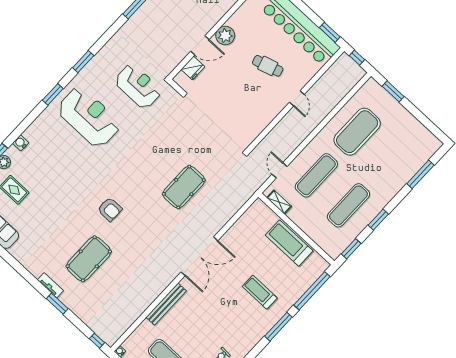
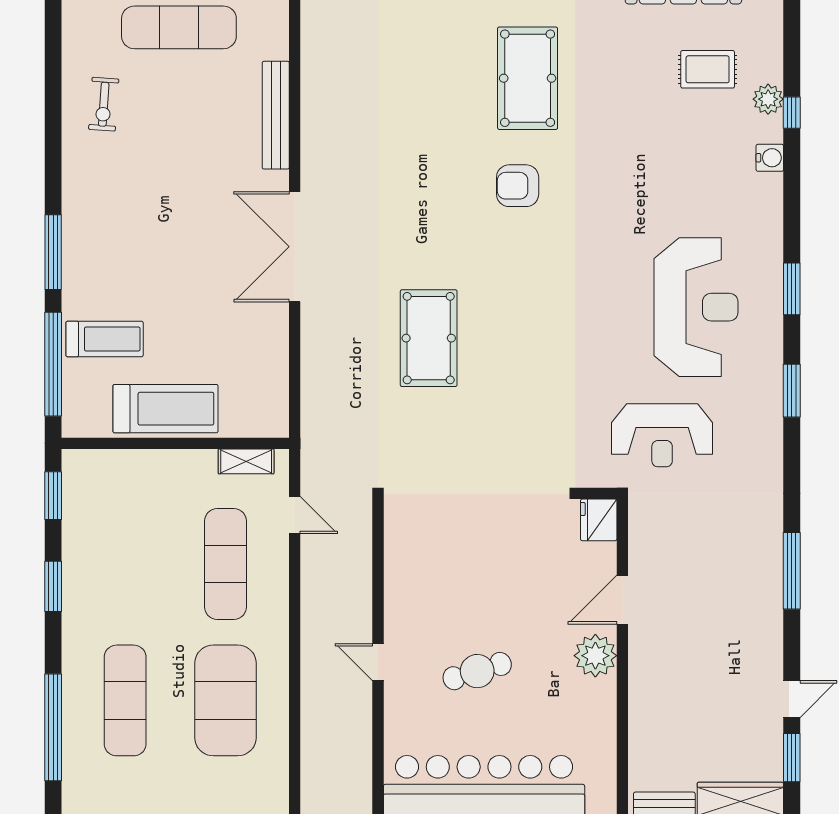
fridge: (193, 68) -> (599, 520), moved
reception desk: (89, 117) -> (696, 307), turned -90
window: (420, 174) -> (53, 727), width x1.46
exercise mat: (348, 205) -> (125, 700), moved
pool table: (89, 259) -> (528, 78), moved
treadmill: (260, 292) -> (105, 339), moved

